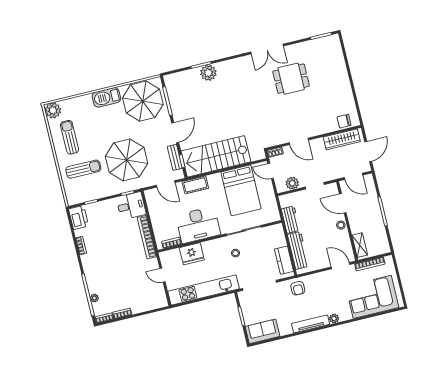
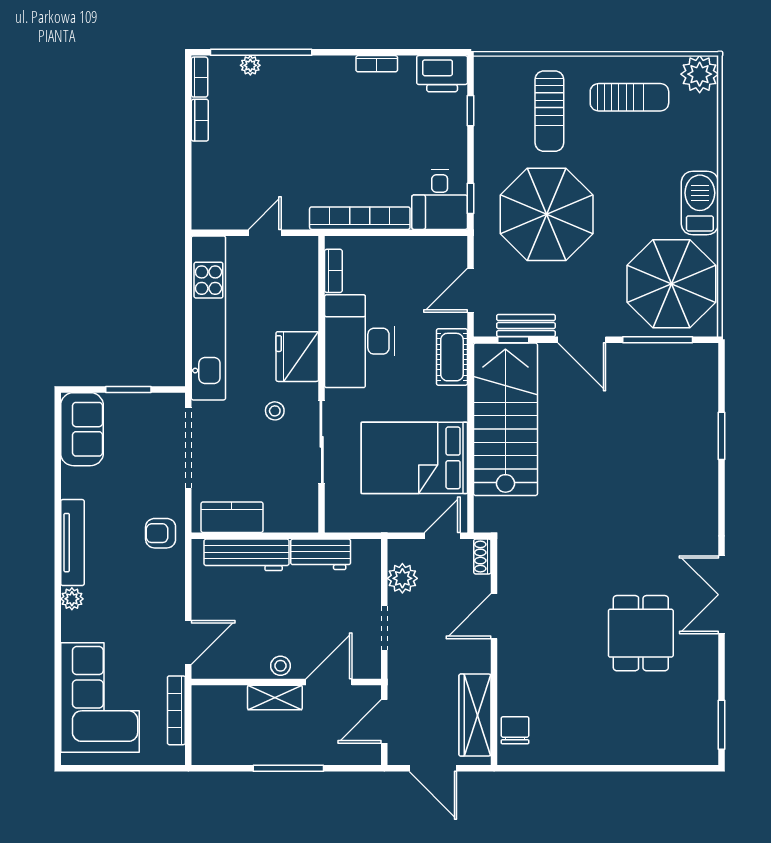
plant: (208, 73) -> (700, 448), removed
shelving: (360, 245) -> (275, 698), moved
fridge: (192, 254) -> (297, 357), moved

